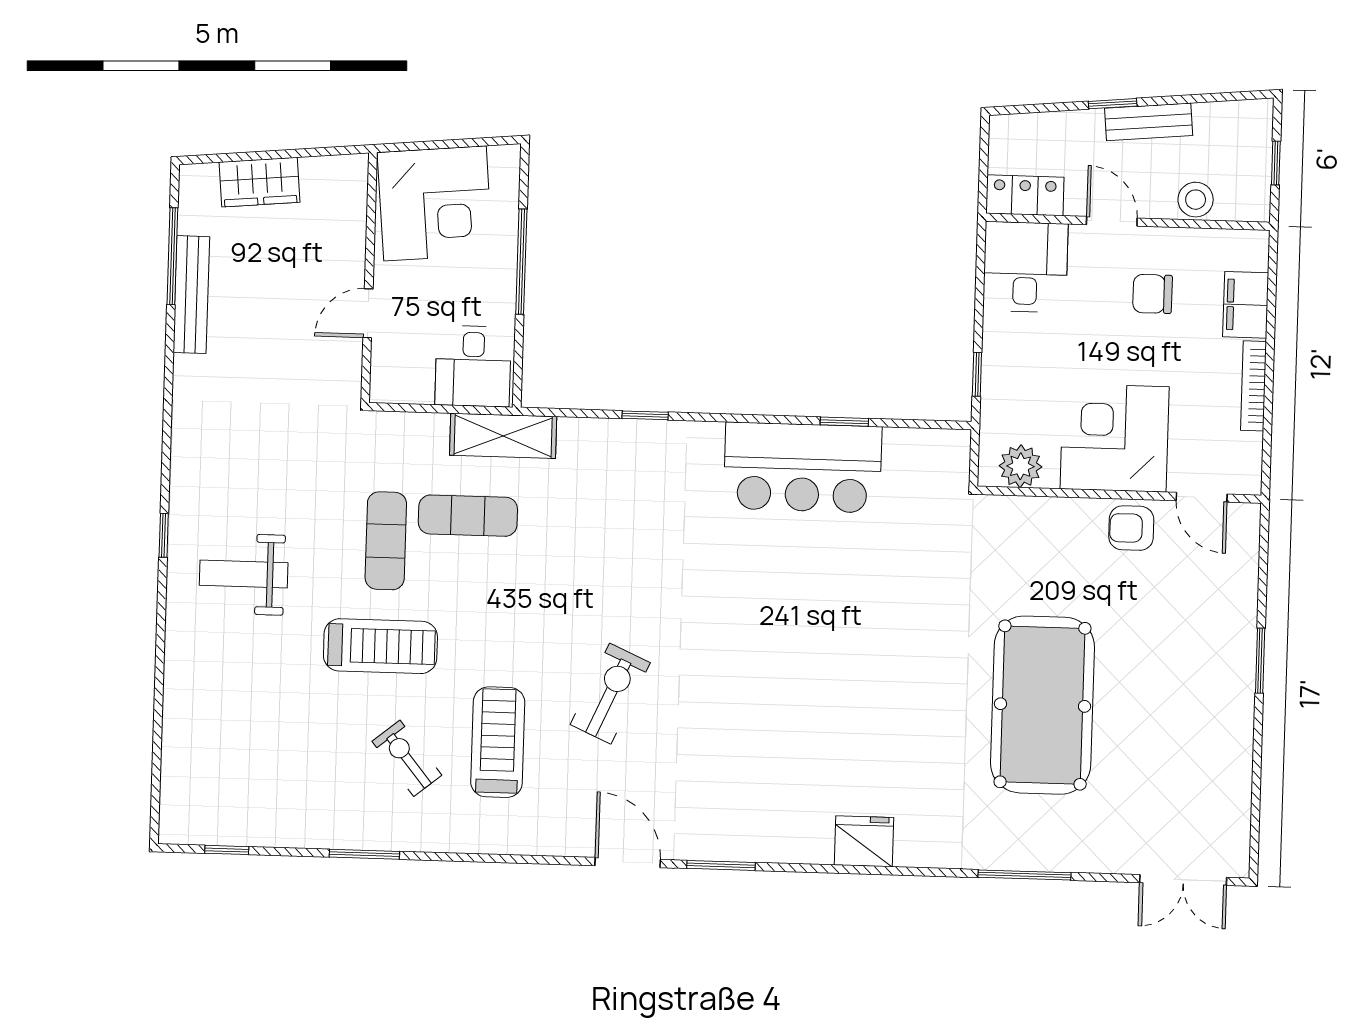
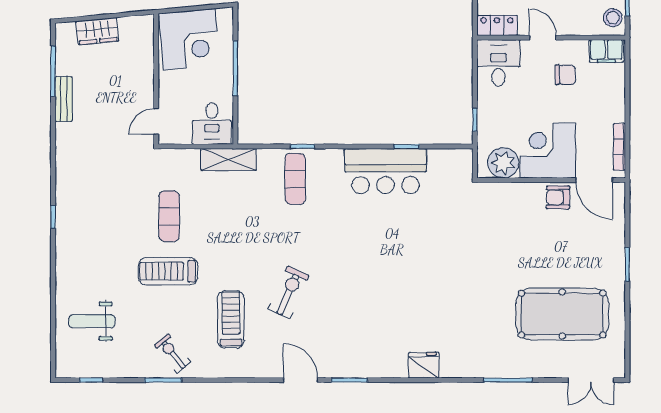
stool: (1196, 200) -> (613, 18), moved
chair: (1152, 294) -> (565, 75), turned 180
bench: (191, 295) -> (64, 99), width x0.73
filing cabinet: (1246, 305) -> (606, 51), moved, turned -90
door: (368, 313) -> (156, 121), moved
bookcase: (1253, 386) -> (619, 147), moved
plant: (1021, 466) -> (503, 163), width x1.36, depth x1.36
door: (1202, 497) -> (594, 180), width x1.38
exercise mat: (468, 516) -> (295, 179), moved, turned 90
weight bench: (244, 574) -> (92, 321), moved
treadmill: (380, 646) -> (168, 271), turned 180
pool table: (1042, 705) -> (562, 314), moved, turned 90
exercise bike: (407, 758) -> (173, 354), moved

